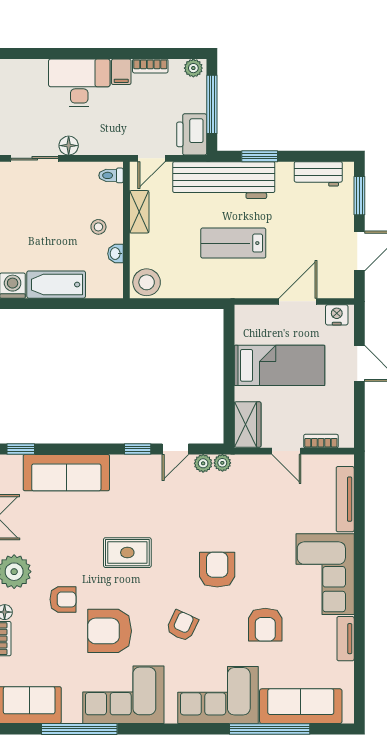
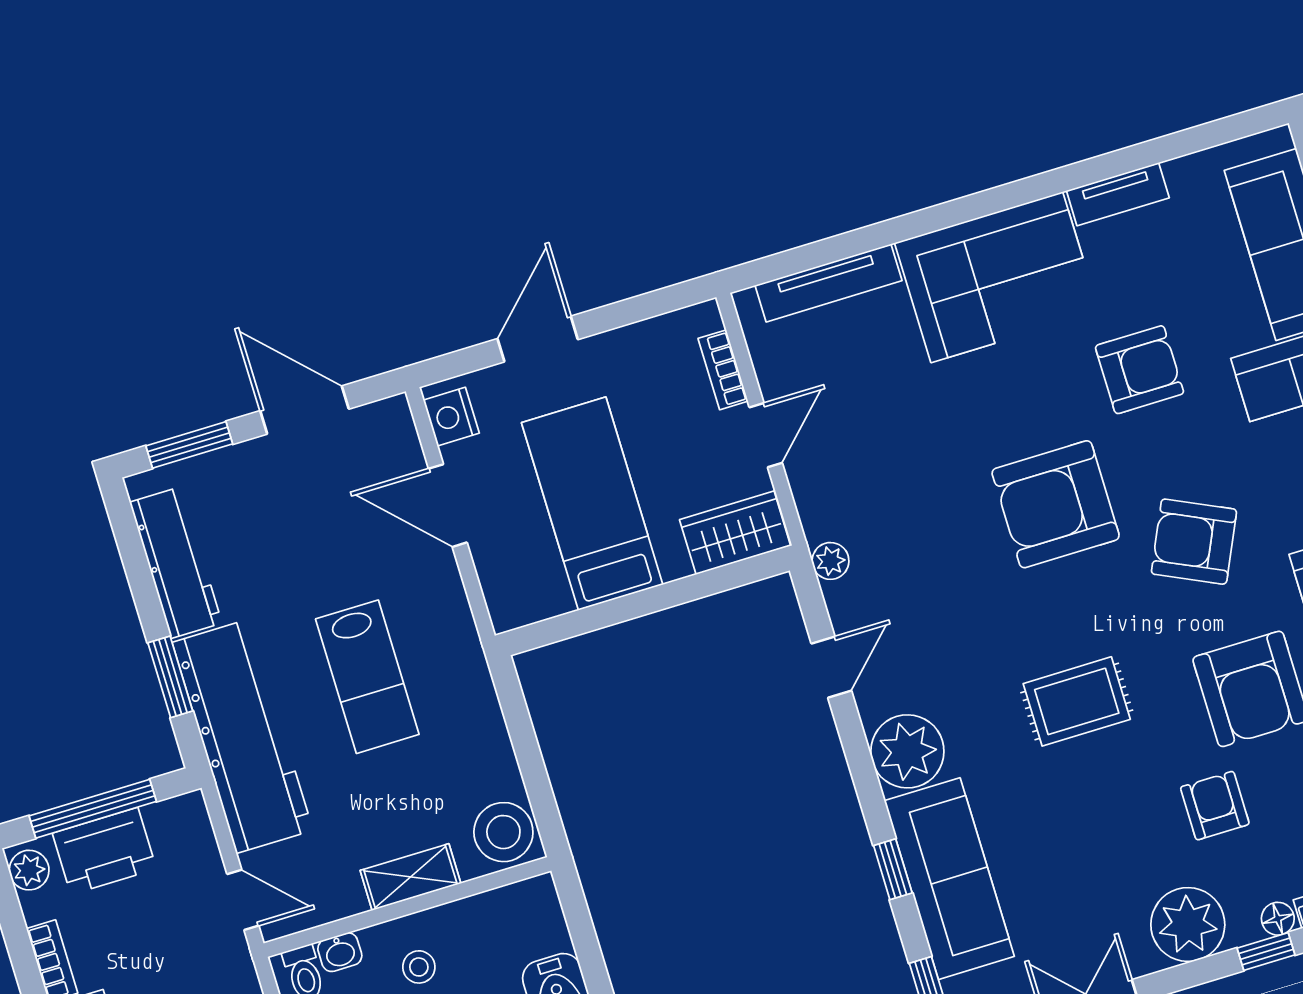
printer: (192, 134) -> (104, 851), moved
workbench: (318, 174) -> (176, 563), width x1.38
shelving: (139, 212) -> (410, 877), moved
washbasin: (116, 254) -> (340, 952), moved
window: (138, 449) -> (893, 869), moved
door: (175, 449) -> (831, 667), hinge flipped
plant: (203, 463) -> (907, 751), moved, width x1.87, depth x1.87
rug: (127, 553) -> (1077, 701), turned 90
armchair: (217, 570) -> (1056, 504), width x1.36, depth x1.36
armchair: (182, 626) -> (1194, 542), width x1.38, depth x1.38

